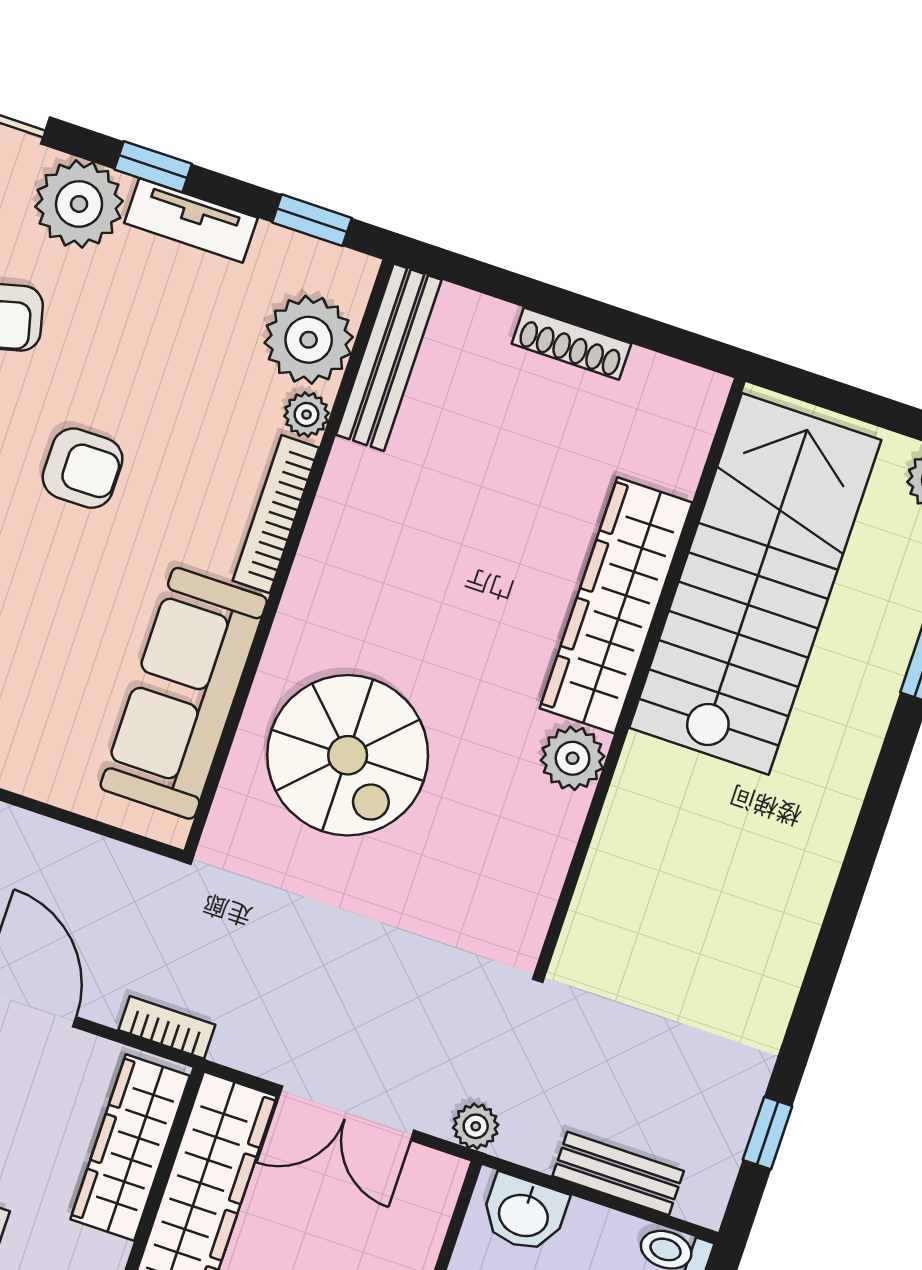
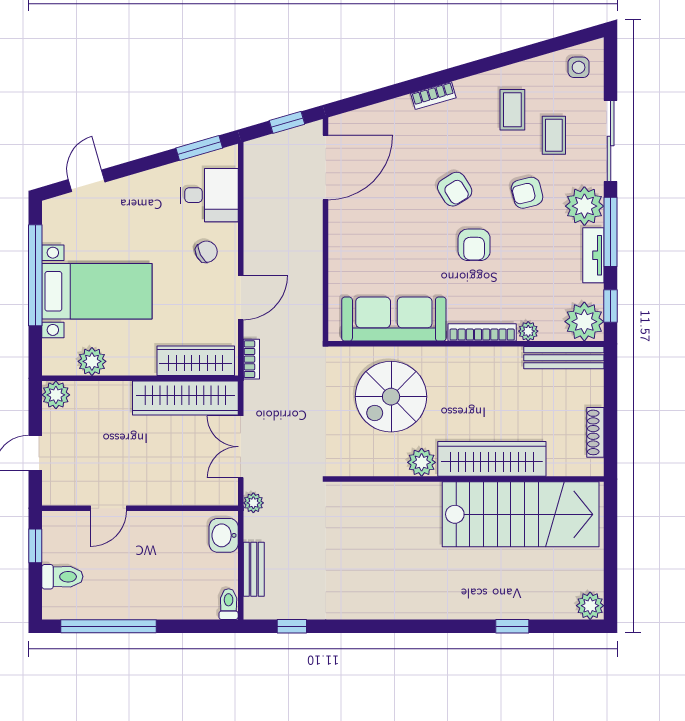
window: (153, 167) -> (611, 232), width x2.17
plant: (309, 340) -> (584, 322), moved
stairs: (755, 584) -> (521, 514), moved
wardrobe: (616, 605) -> (492, 459), moved
wall: (641, 675) -> (466, 479), moved
plant: (573, 758) -> (422, 462), moved

